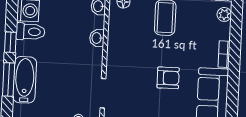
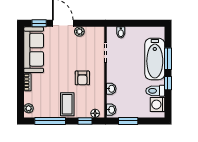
armchair: (168, 78) -> (82, 78), moved, turned -90
bathtub: (25, 80) -> (155, 59), width x1.36, depth x1.36

